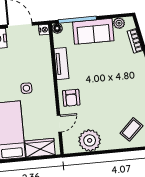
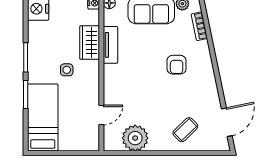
armchair: (71, 98) -> (177, 65), moved
wardrobe: (40, 148) -> (90, 43), moved, turned -90

